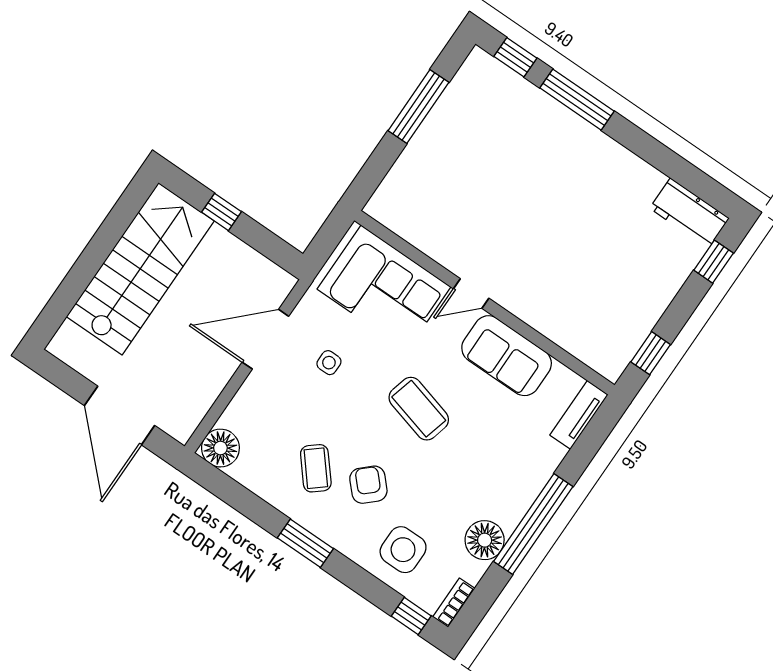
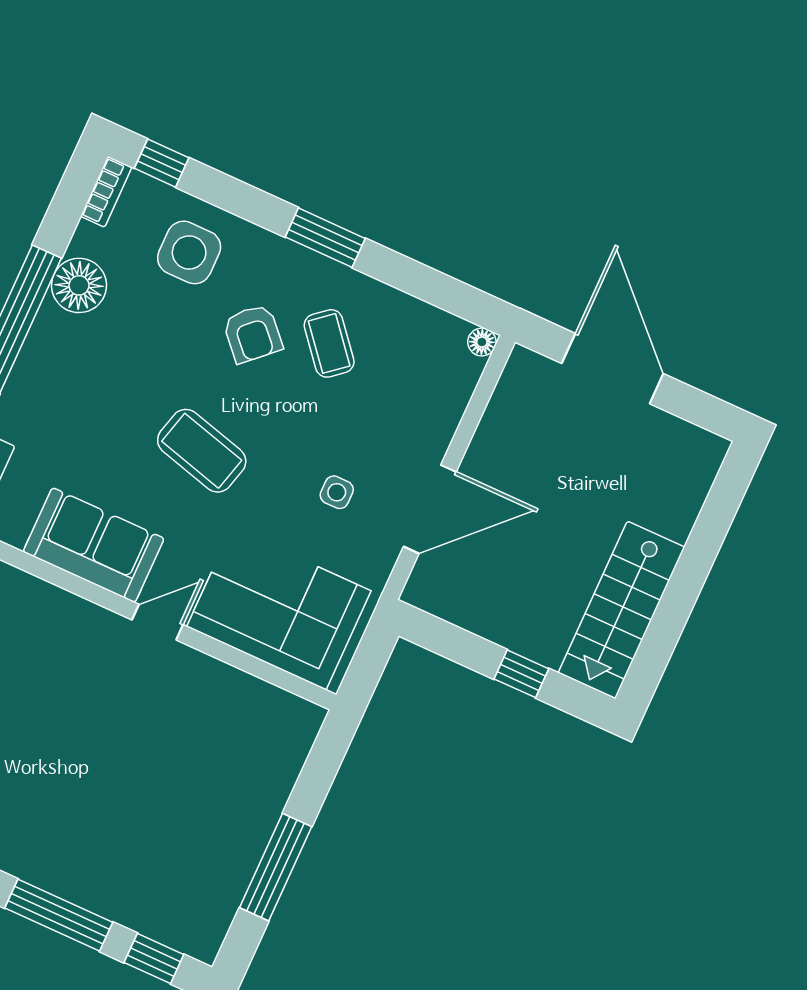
stairs: (140, 269) -> (621, 610), width x0.73, depth x0.66
floor lamp: (220, 448) -> (482, 342), width x0.53, depth x0.53

